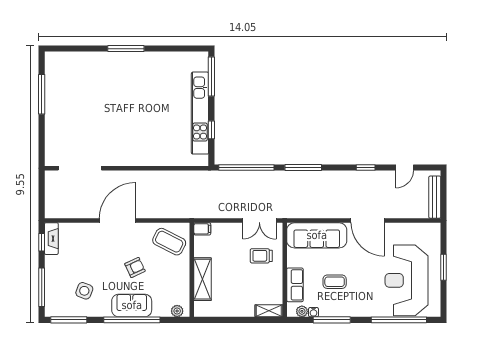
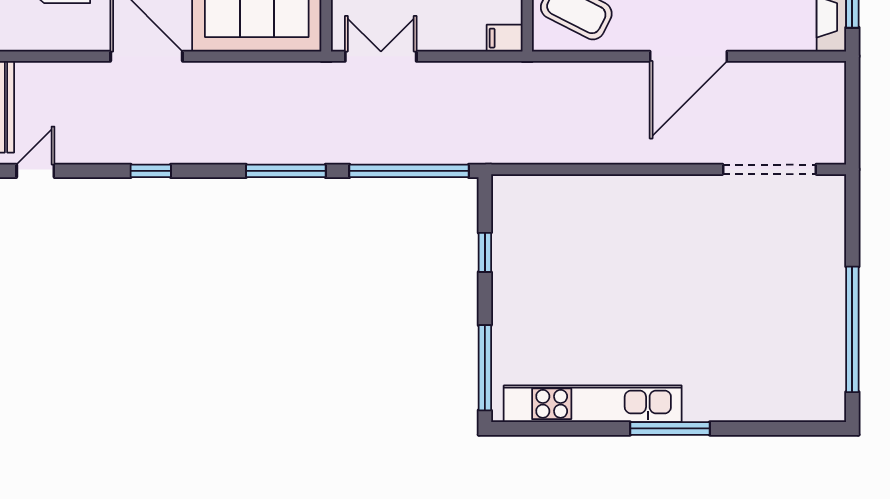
window: (42, 94) -> (852, 329), width x1.46
kitchen unit: (200, 113) -> (593, 404), moved, turned -90
door: (405, 168) -> (35, 171), moved

